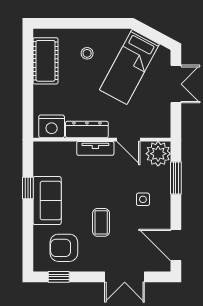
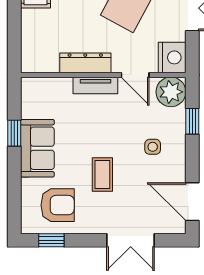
nightstand: (52, 126) -> (172, 57), moved, turned -90
window: (176, 178) -> (192, 121), width x0.67
armchair: (64, 248) -> (58, 205), turned 180

